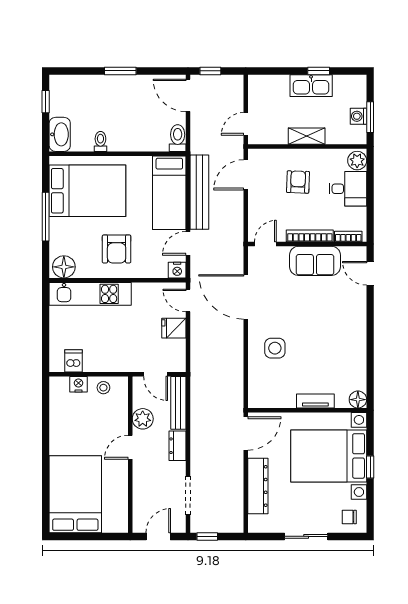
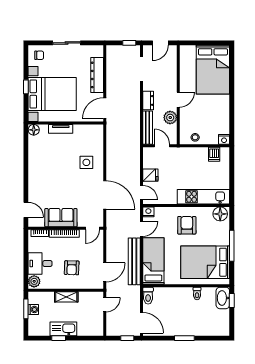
window: (46, 102) -> (232, 301), moved
nightstand: (78, 384) -> (224, 139), moved

